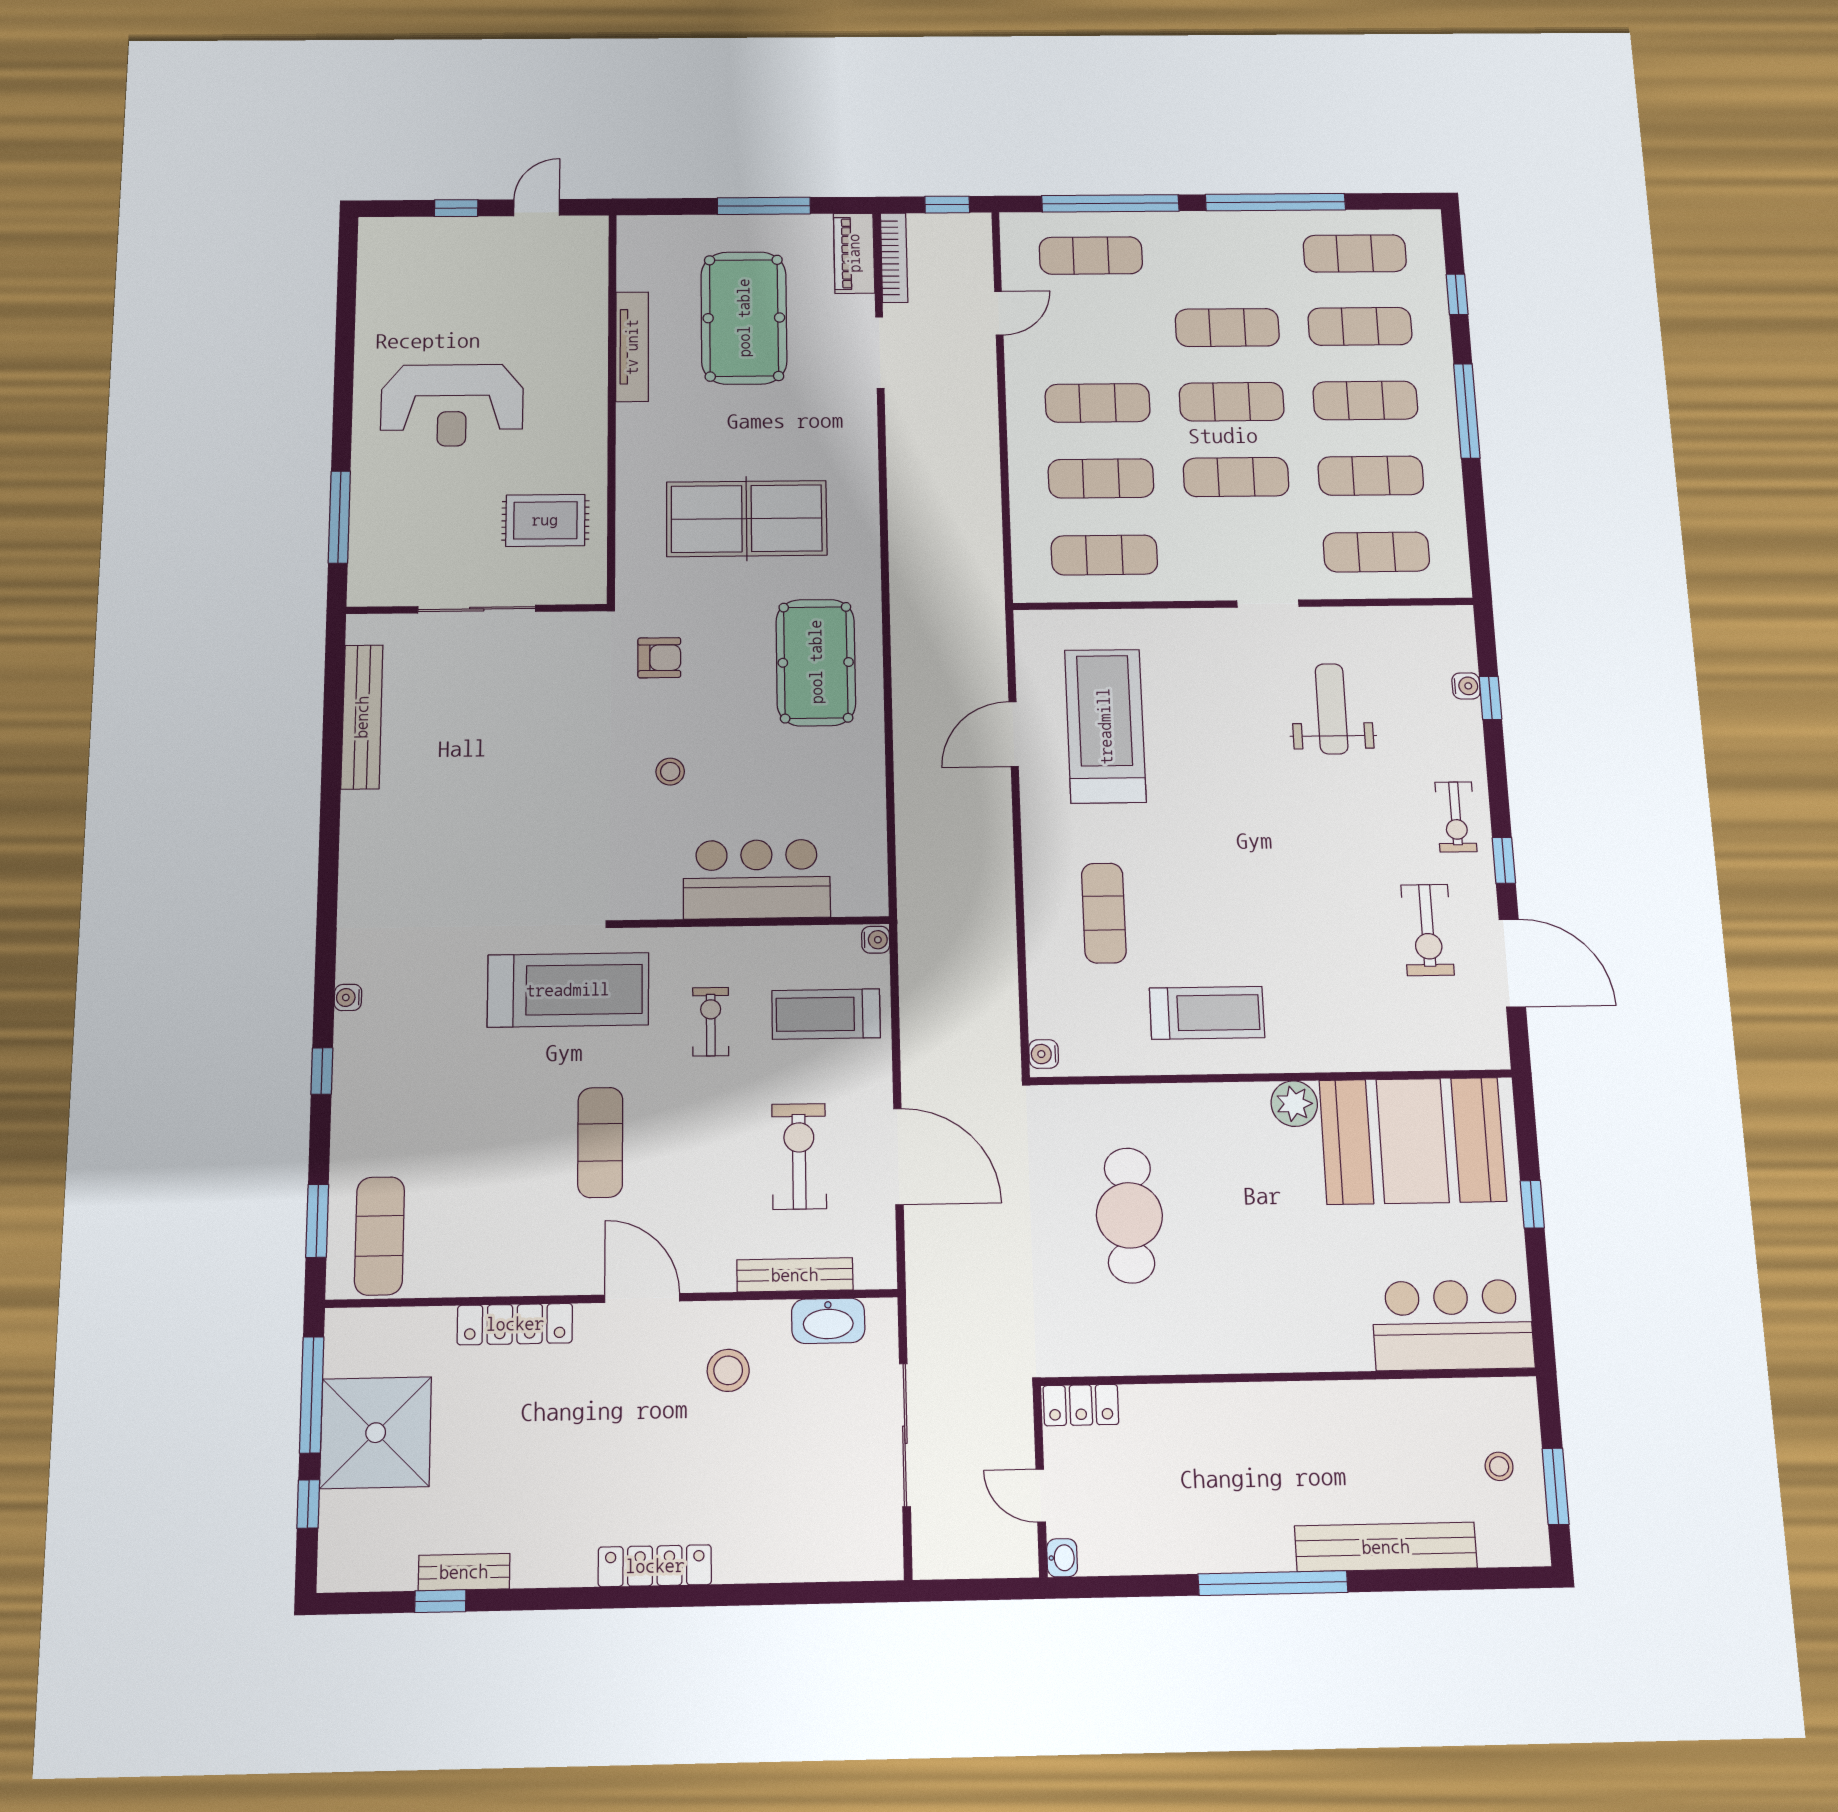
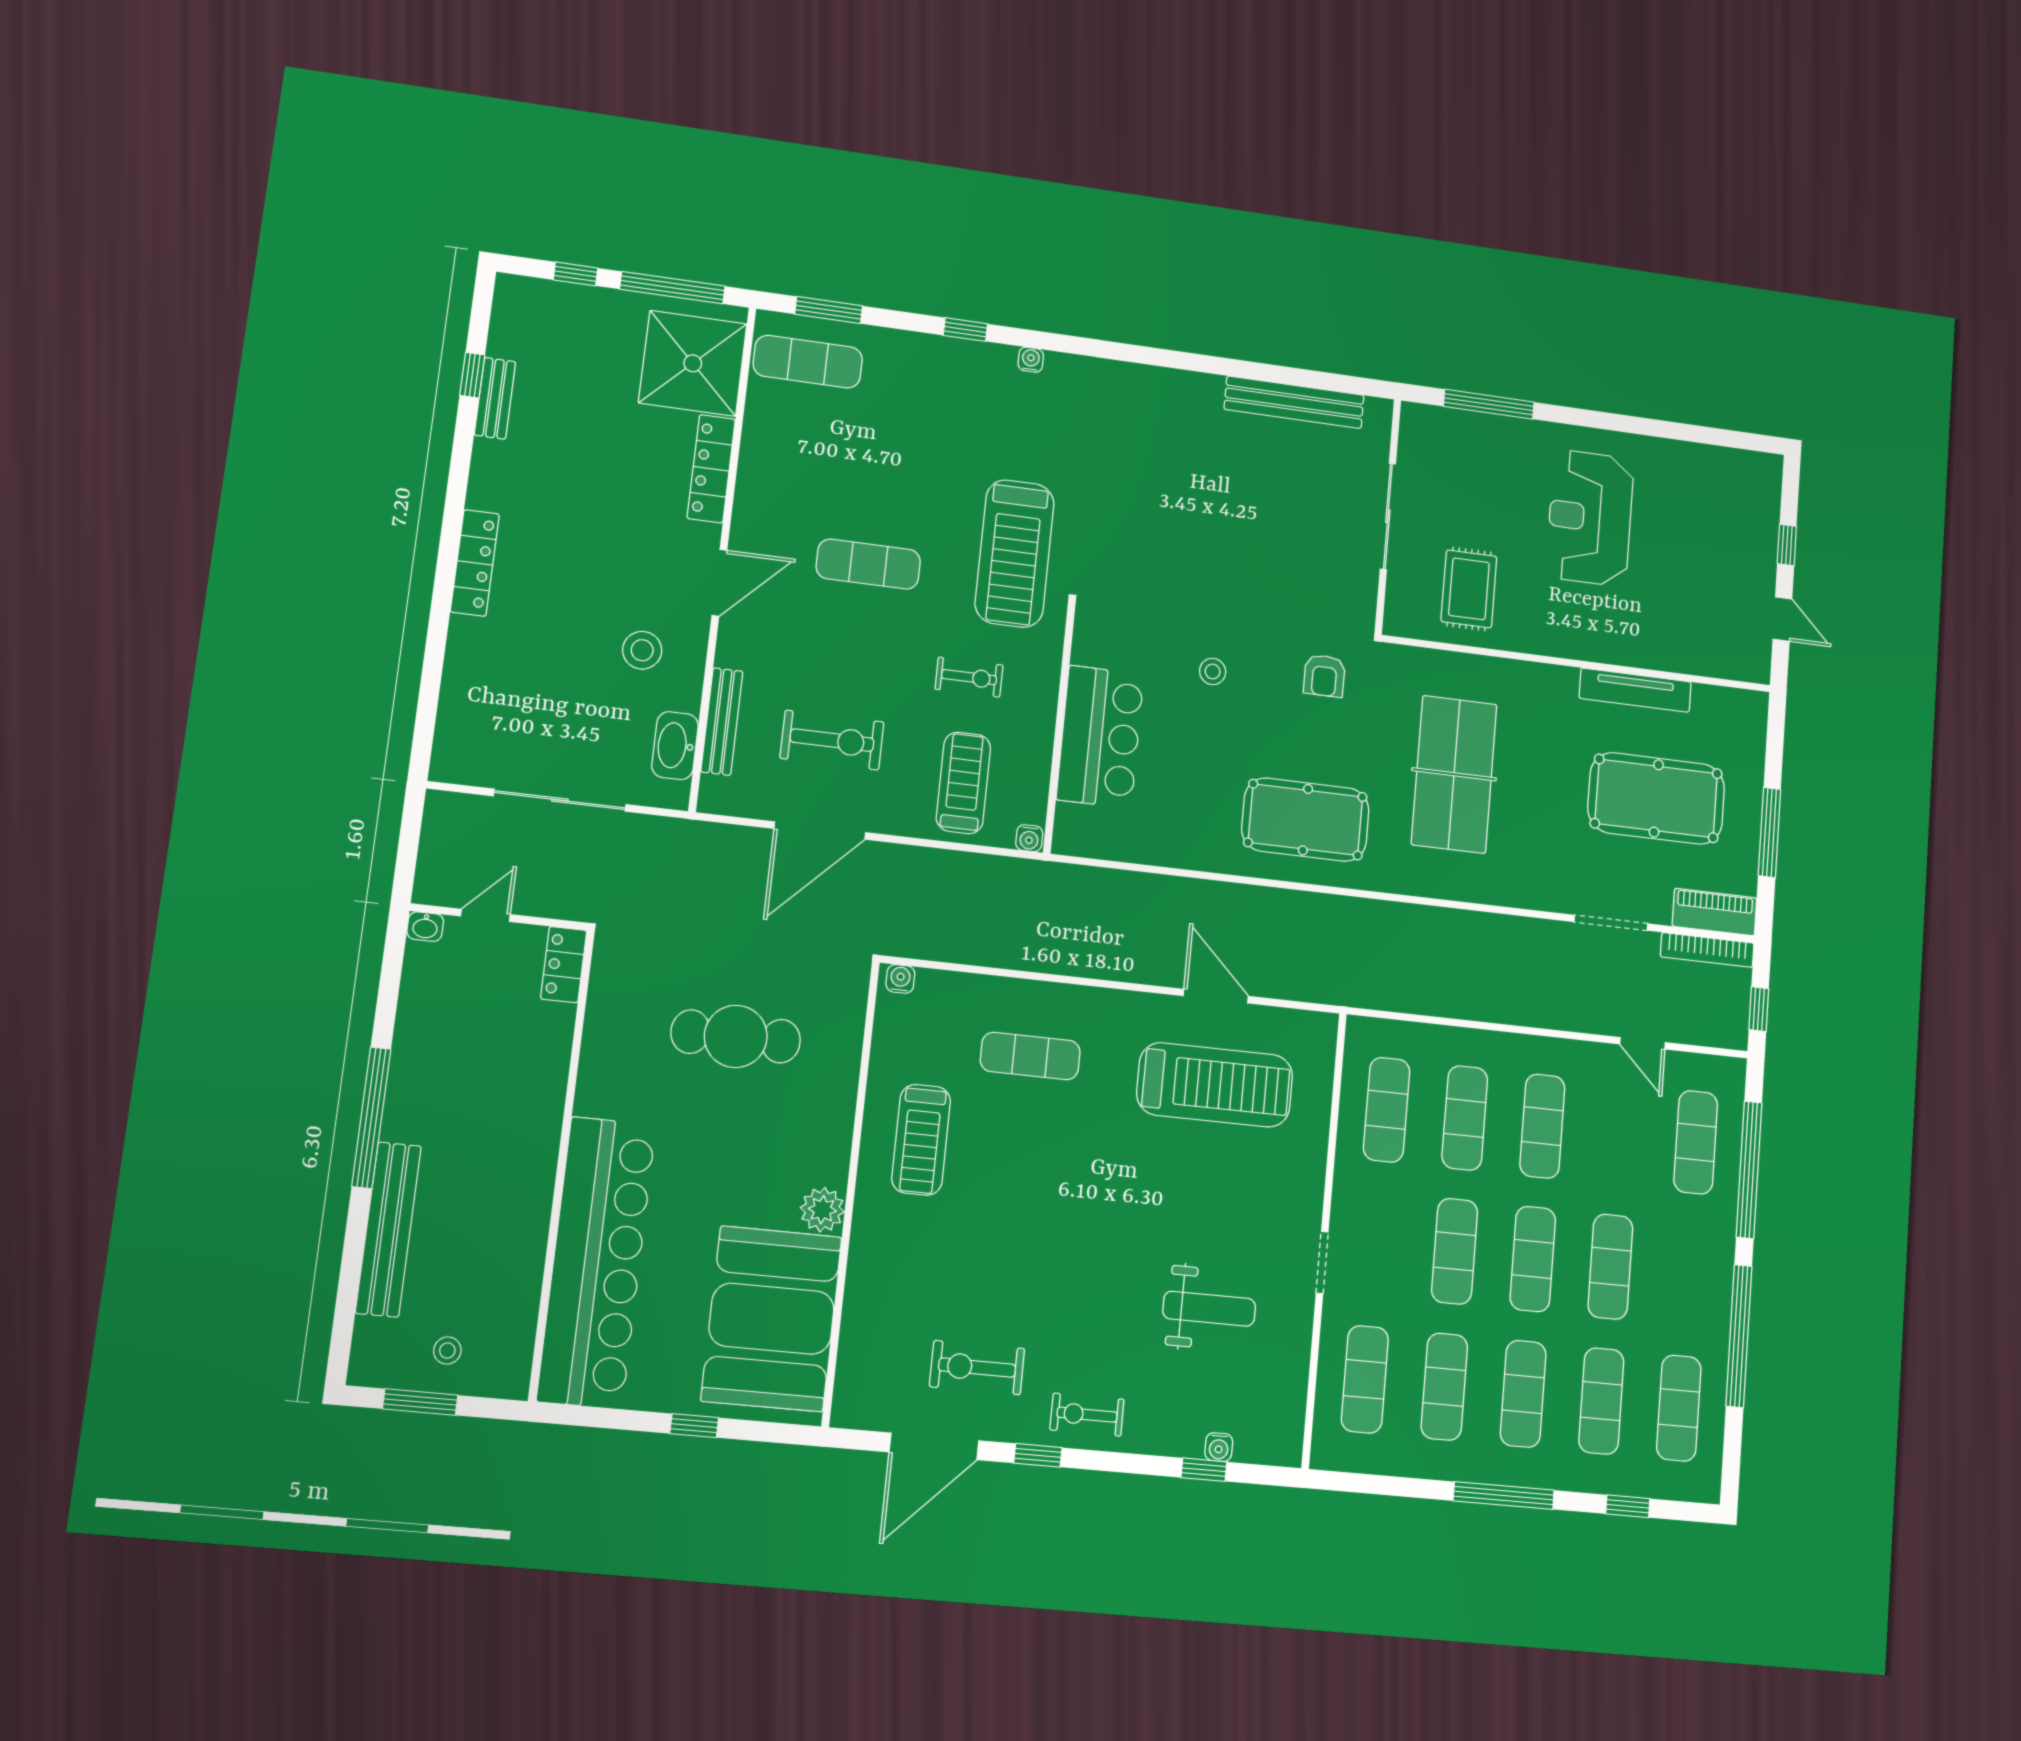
bar counter: (1453, 1325) -> (597, 1262), width x1.86
shower: (376, 1433) -> (693, 363), moved

